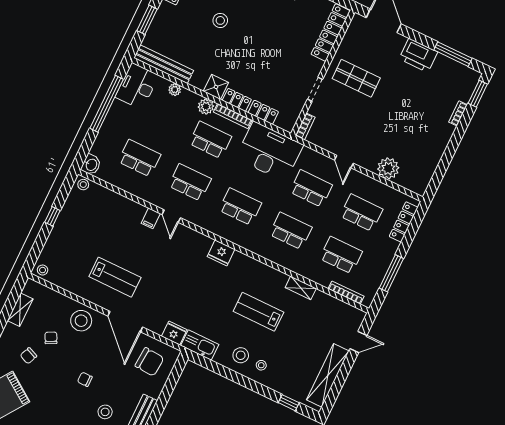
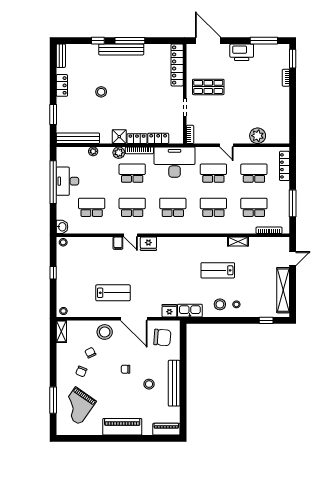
desk: (137, 86) -> (67, 181), moved
fridge: (221, 253) -> (148, 244), moved
shelving: (20, 310) -> (61, 331), moved

